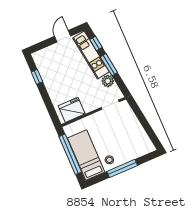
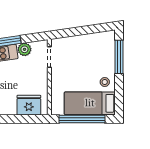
fridge: (72, 110) -> (29, 105), moved, turned 90
window: (122, 168) -> (119, 57), moved

